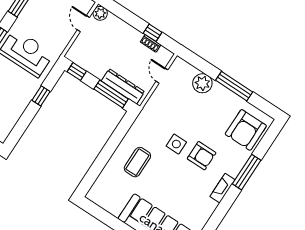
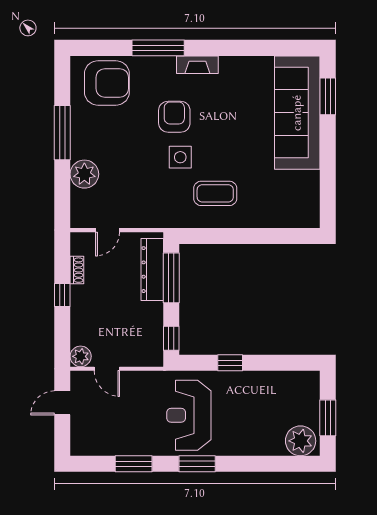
door: (83, 24) -> (107, 369), hinge flipped
window: (153, 33) -> (62, 295), moved
coffee table: (137, 162) -> (215, 193), moved

